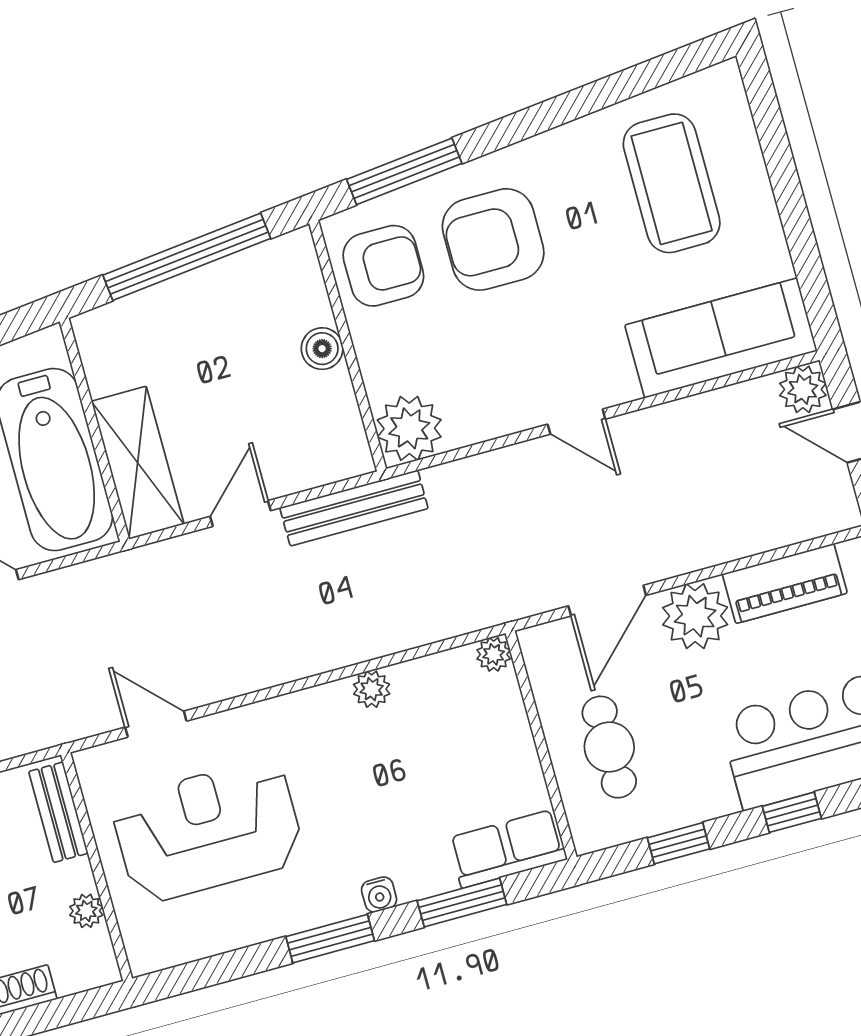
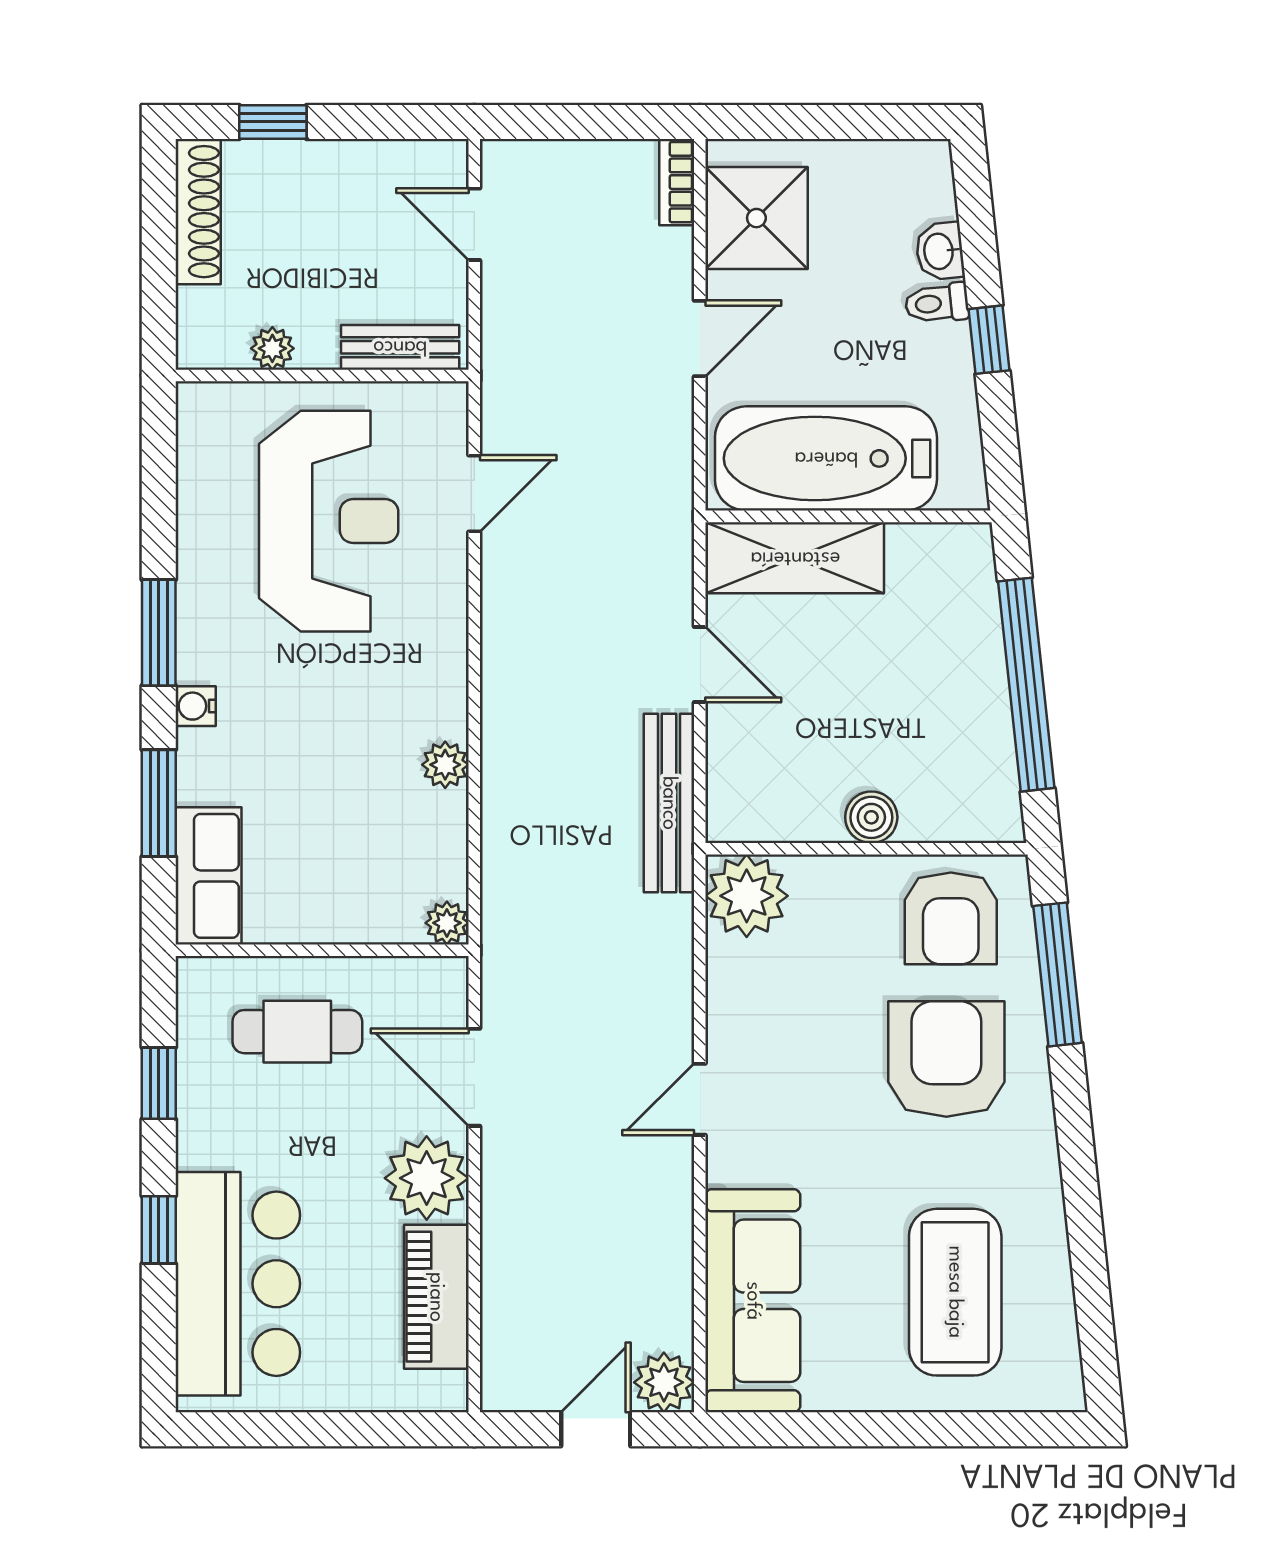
coffee table: (672, 183) -> (955, 1292), turned 90

